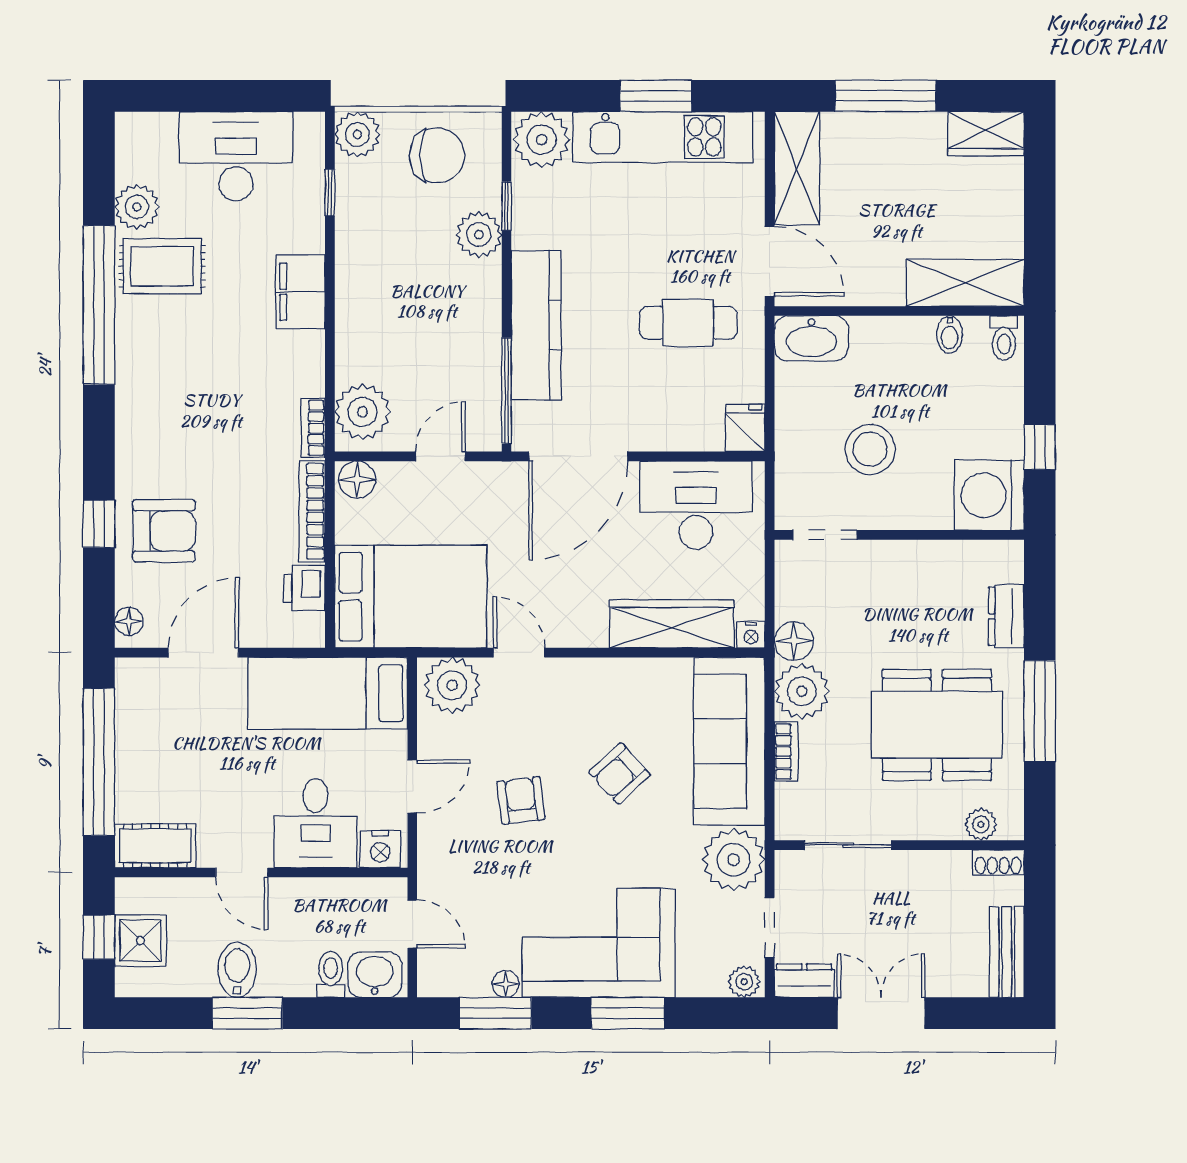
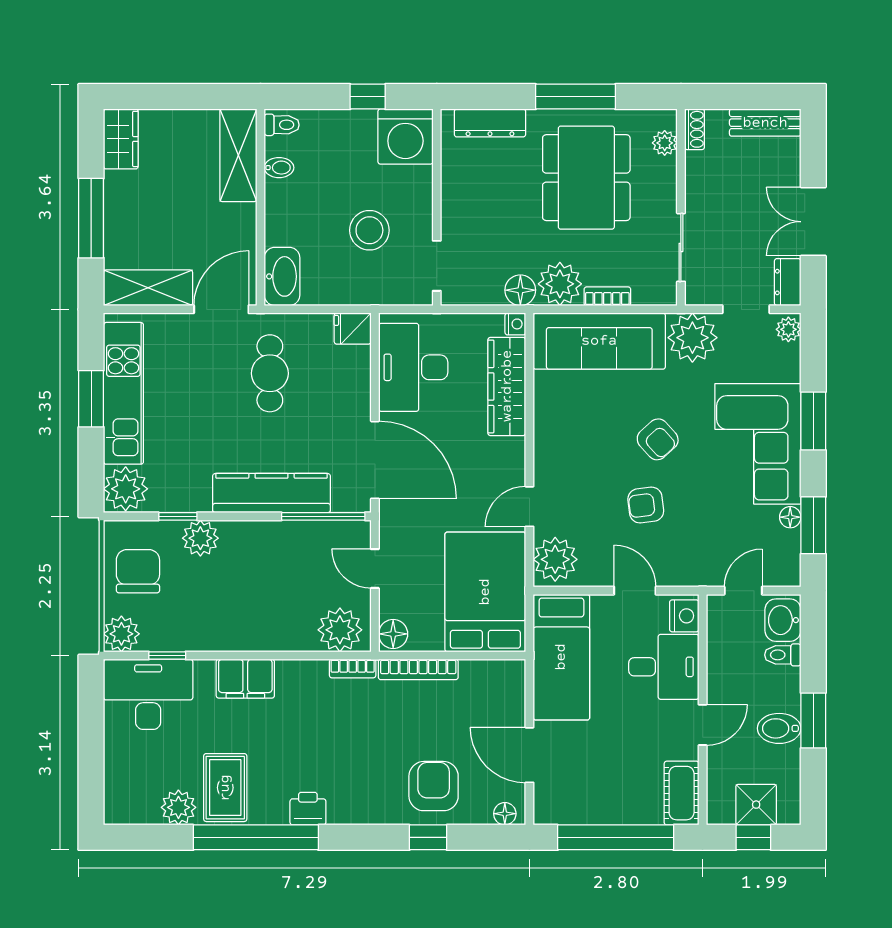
desk: (236, 156) -> (148, 694), moved, turned 90
printer: (304, 588) -> (308, 809), moved, turned 180
dresser: (1006, 616) -> (490, 123), width x1.44
armchair: (619, 773) -> (658, 439), moved

